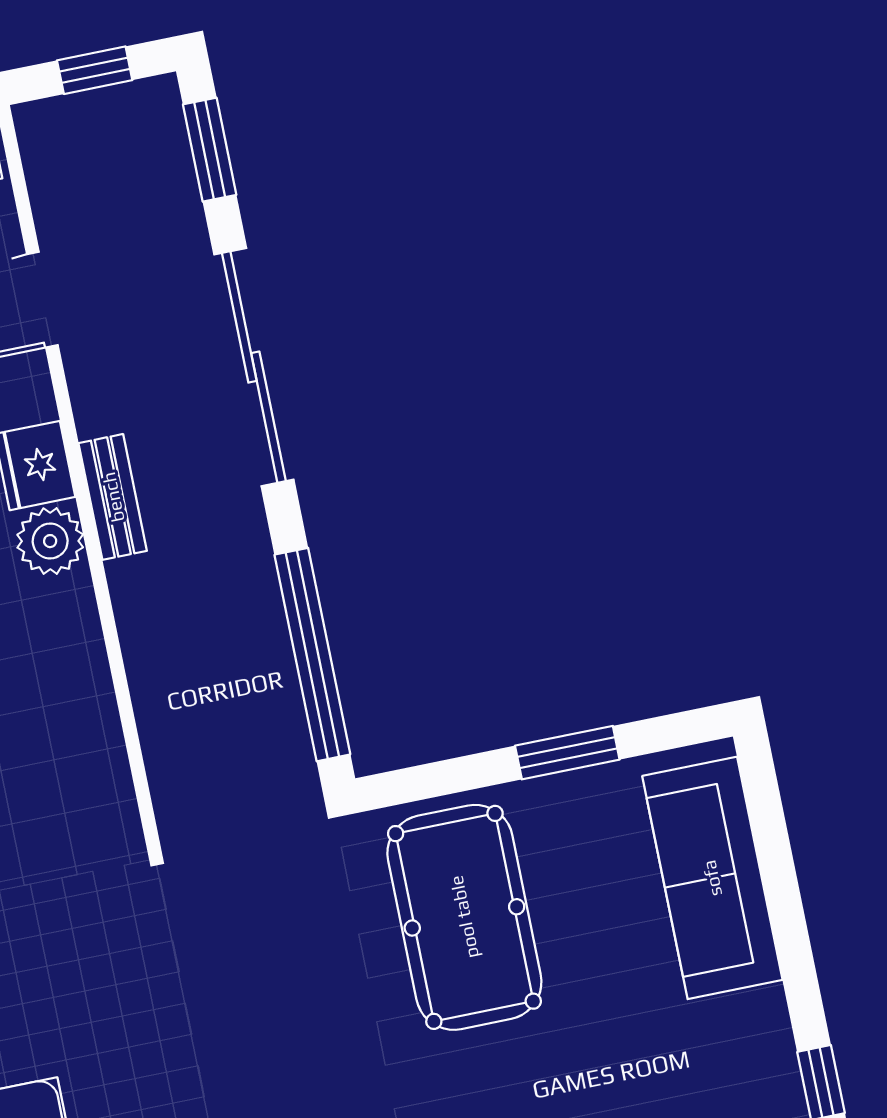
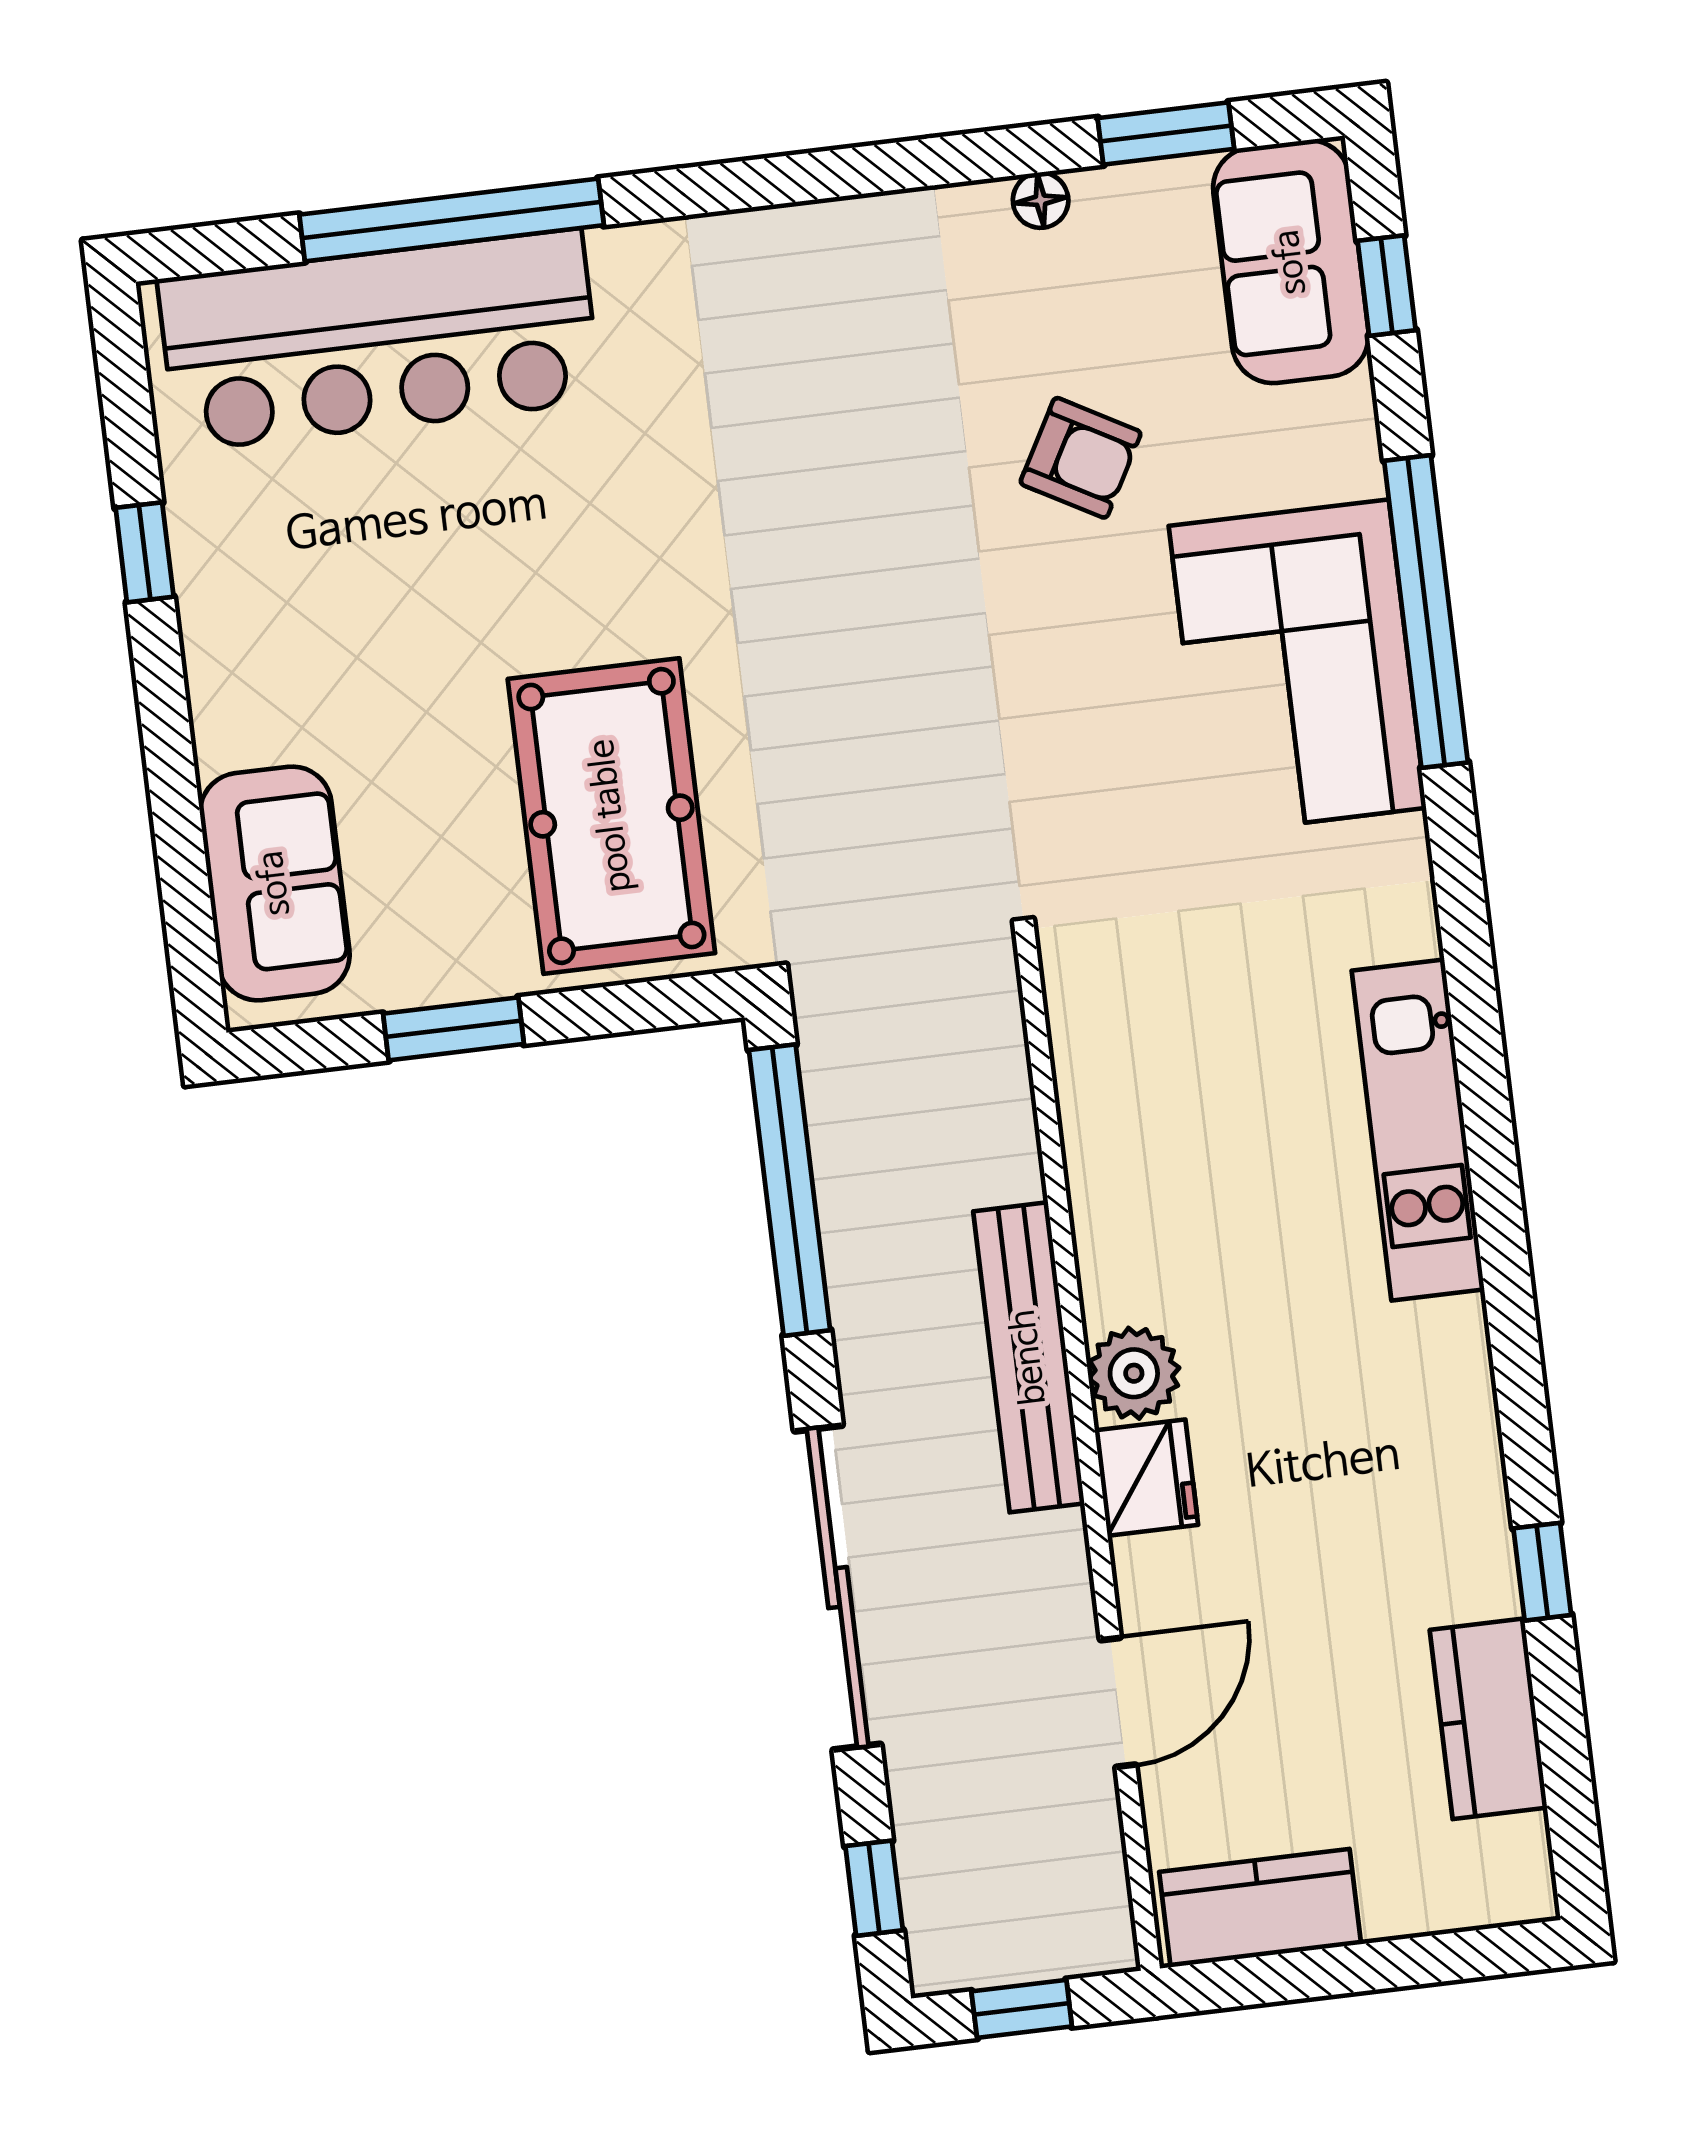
window: (210, 150) -> (874, 1888), width x0.67
bench: (113, 497) -> (1029, 1357), width x1.86, depth x1.21
sofa: (712, 878) -> (275, 883), width x0.73

